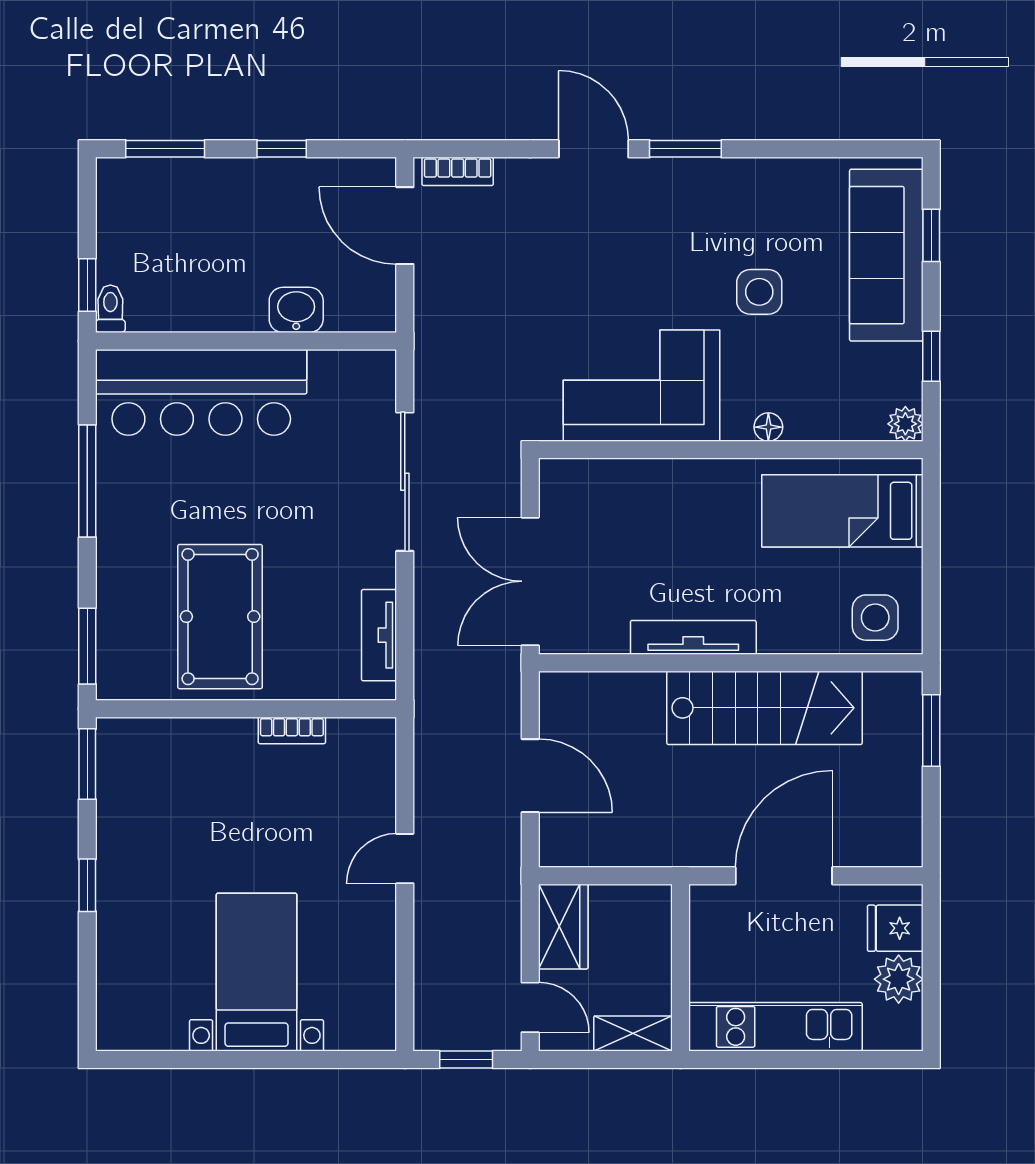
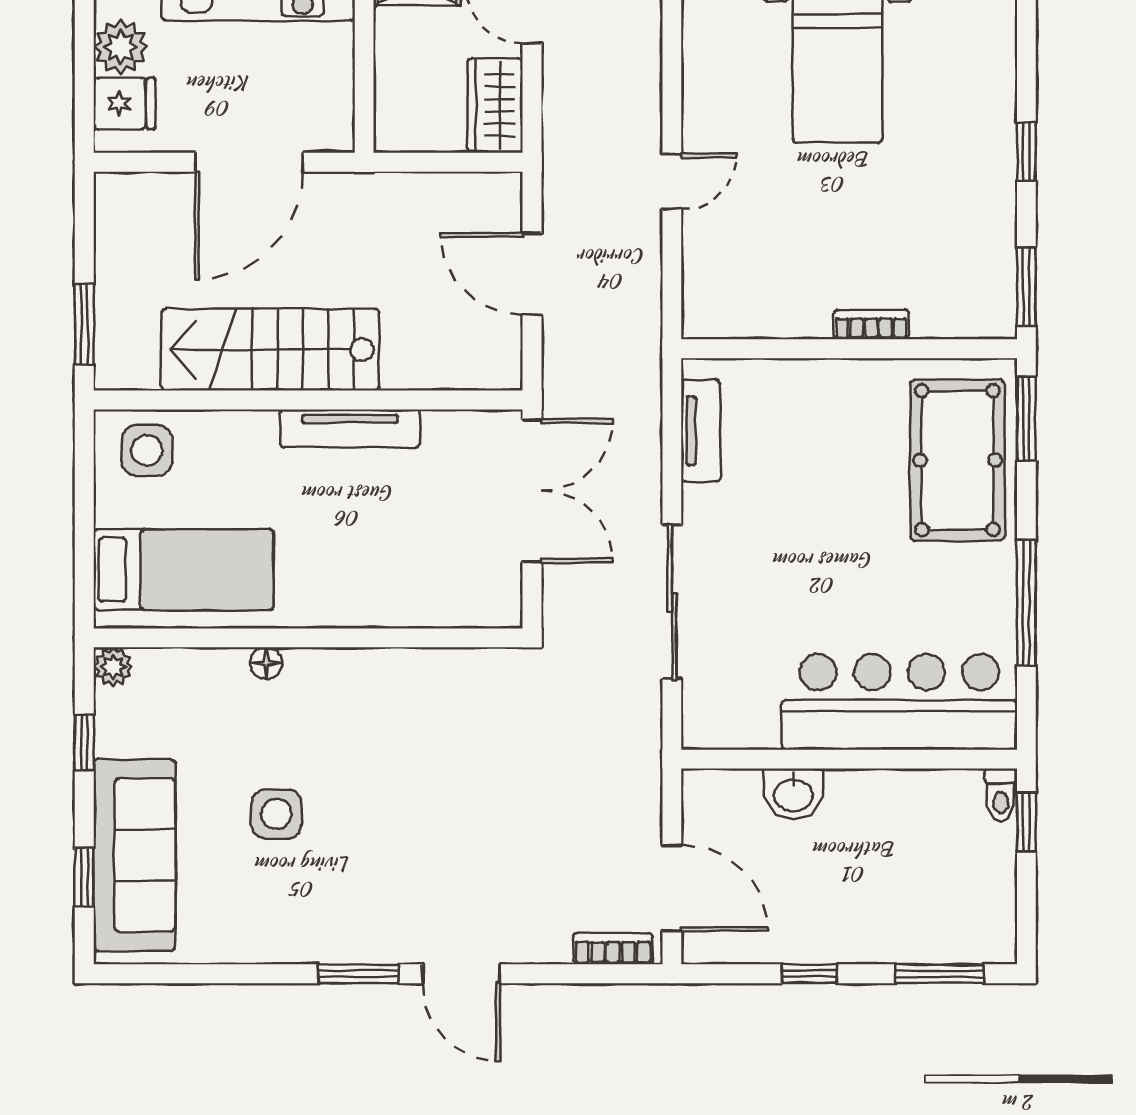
corner sofa: (642, 386) -> (408, 709), removed
pool table: (220, 617) -> (958, 460), moved
bookcase: (292, 730) -> (871, 324), moved

